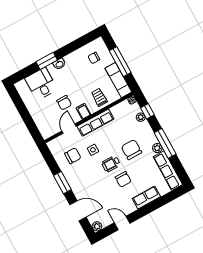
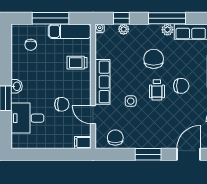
filing cabinet: (83, 111) -> (83, 142), moved
chair: (131, 150) -> (154, 59), turned 90
chair: (73, 156) -> (115, 138), moved

